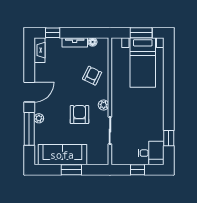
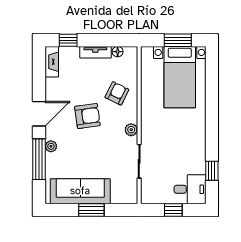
armchair: (79, 115) -> (87, 116), moved, turned 82

